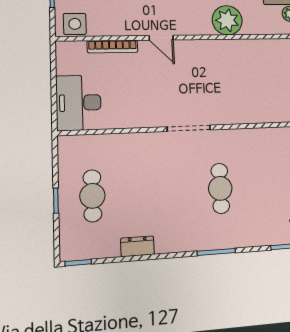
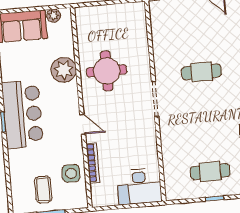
side table: (75, 24) -> (71, 173), moved
door: (161, 38) -> (83, 124), hinge flipped
round table: (225, 71) -> (107, 71), added

